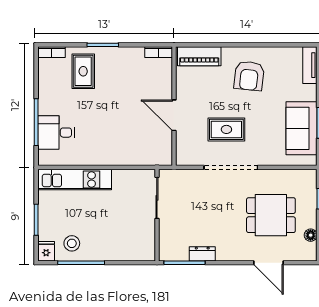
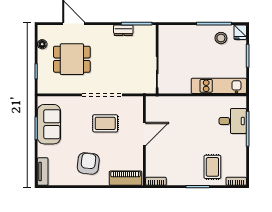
door: (174, 115) -> (144, 134), hinge flipped

